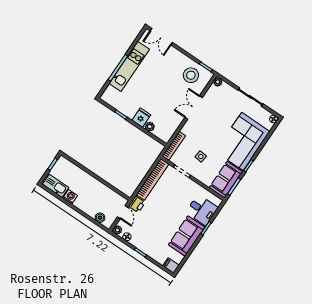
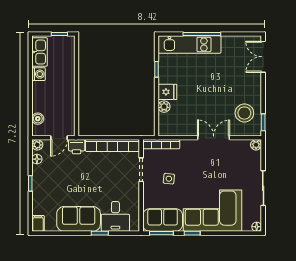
kitchen unit: (129, 66) -> (190, 45), moved

